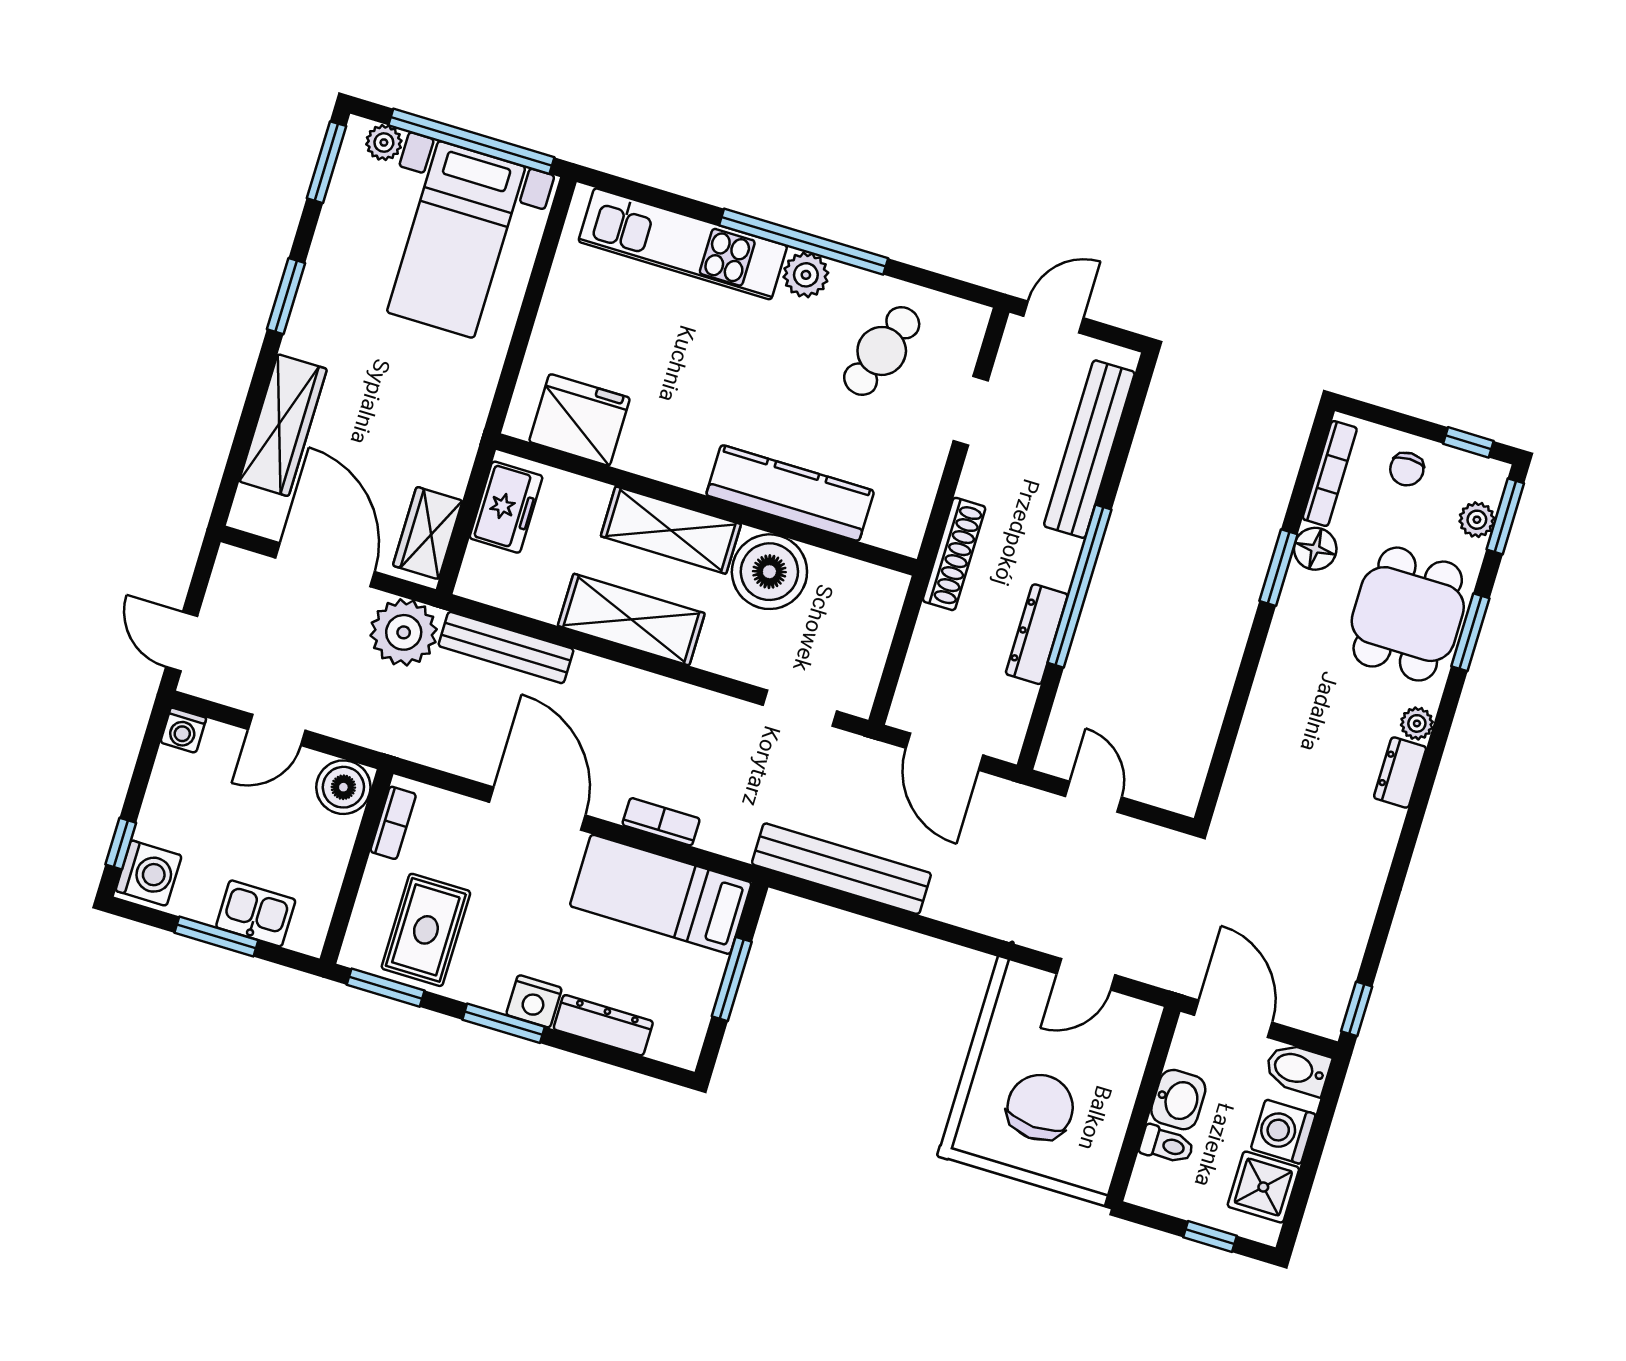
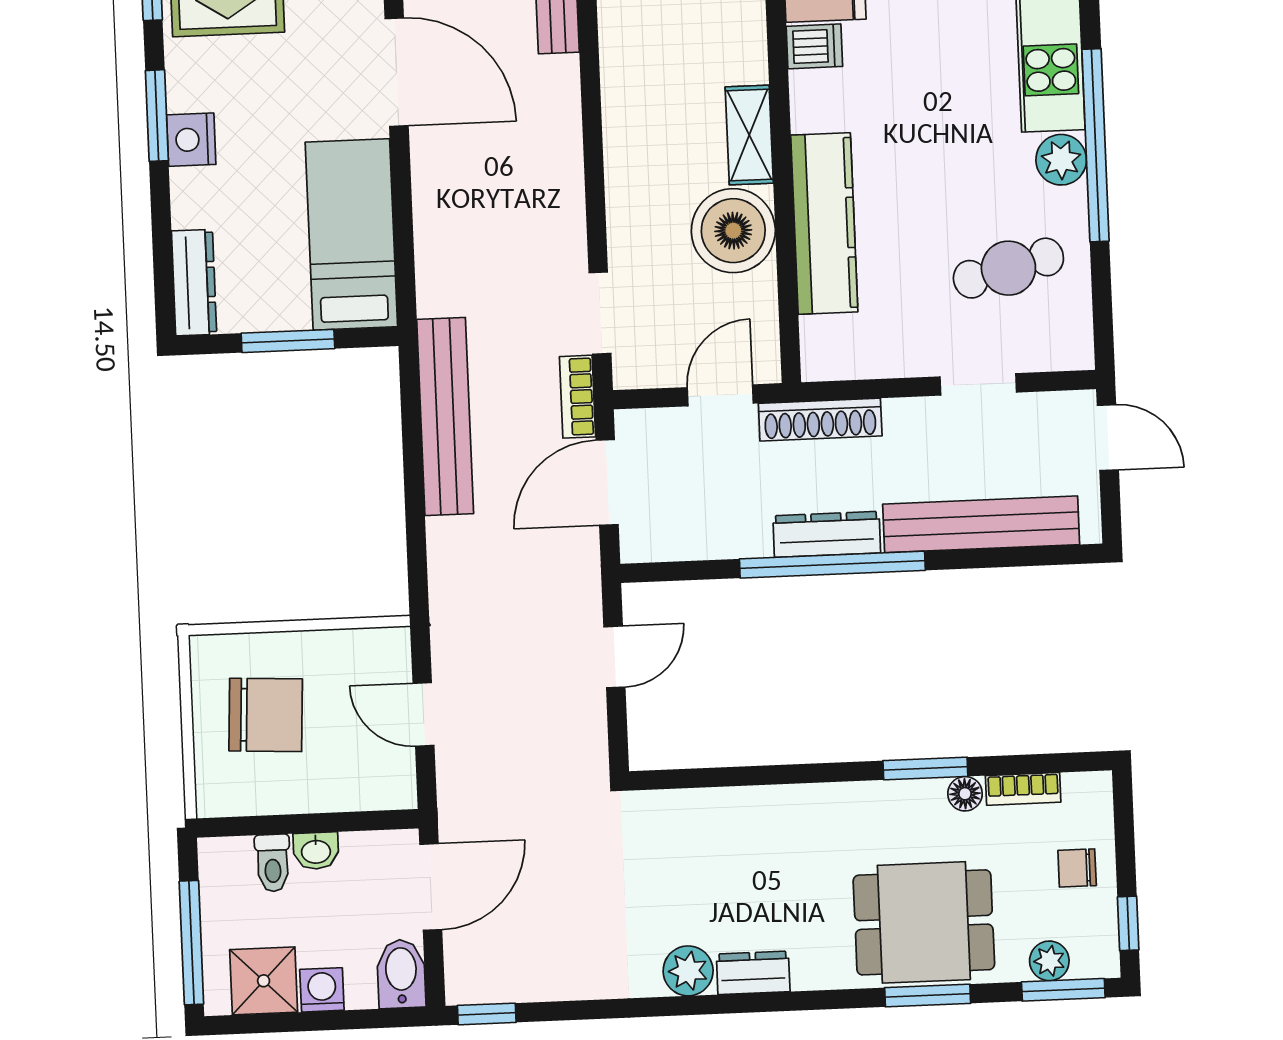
cafe table: (882, 351) -> (1008, 268), turned -34
dishwasher: (638, 449) -> (814, 46), added
bookcase: (1330, 473) -> (1023, 789), width x0.64
shelving: (671, 530) -> (749, 135), width x0.67, depth x0.75
floor lamp: (1315, 549) -> (965, 794), width x0.73, depth x0.73
shelving: (631, 620) -> (632, 102), removed
door: (904, 631) -> (720, 395), added
dresser: (1037, 634) -> (827, 534), moved
plant: (1417, 723) -> (688, 971), moved, width x1.38, depth x1.38
door: (537, 809) -> (397, 72), hinge flipped
bookcase: (661, 822) -> (577, 397), moved, turned 180
dresser: (603, 1025) -> (194, 283), moved
washbasin: (1178, 1100) -> (316, 851), width x0.72, depth x0.69
washing machine: (1283, 1132) -> (322, 990), width x0.73, depth x0.73
window: (1210, 1237) -> (191, 943), width x2.17

